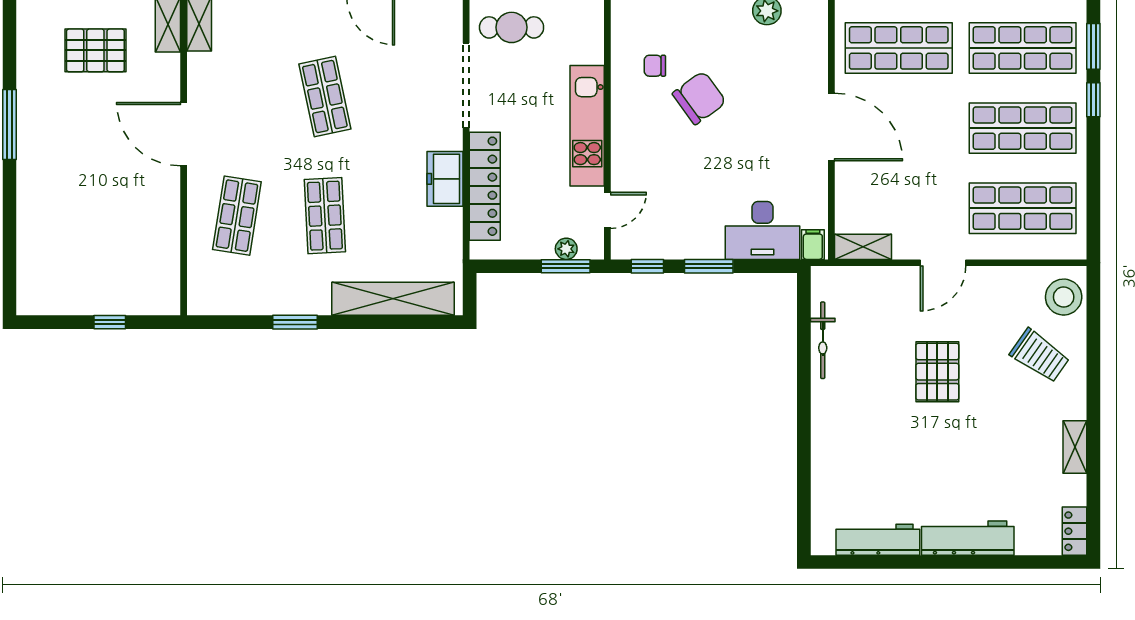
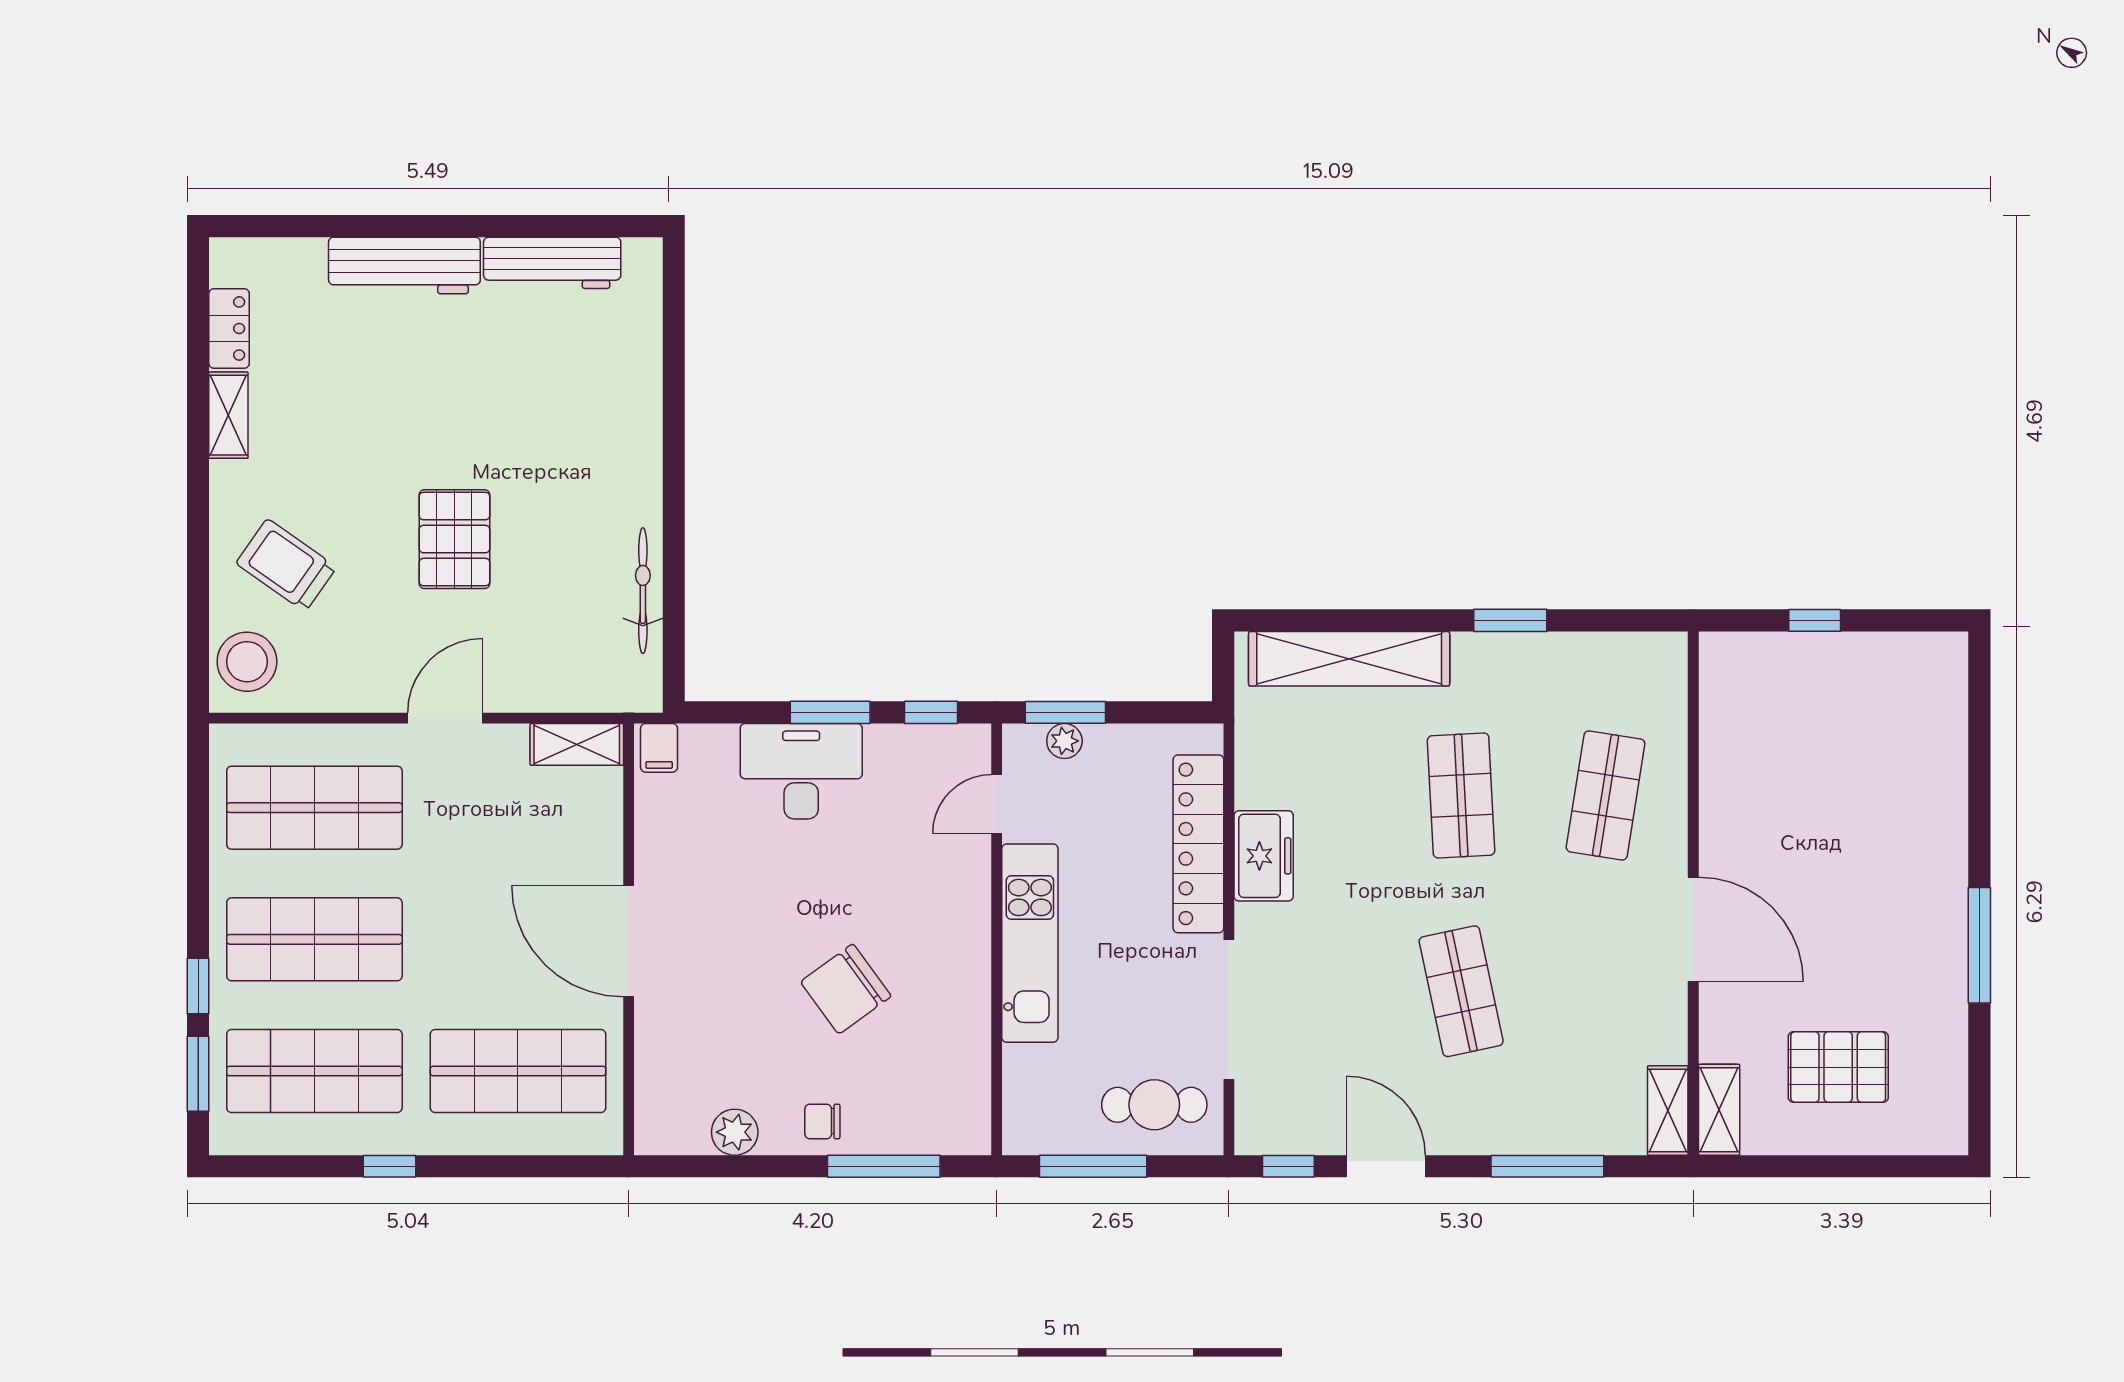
chair: (655, 66) -> (822, 1121), moved, turned 180
desk: (763, 230) -> (801, 771), moved
locker: (1074, 531) -> (229, 328), moved

